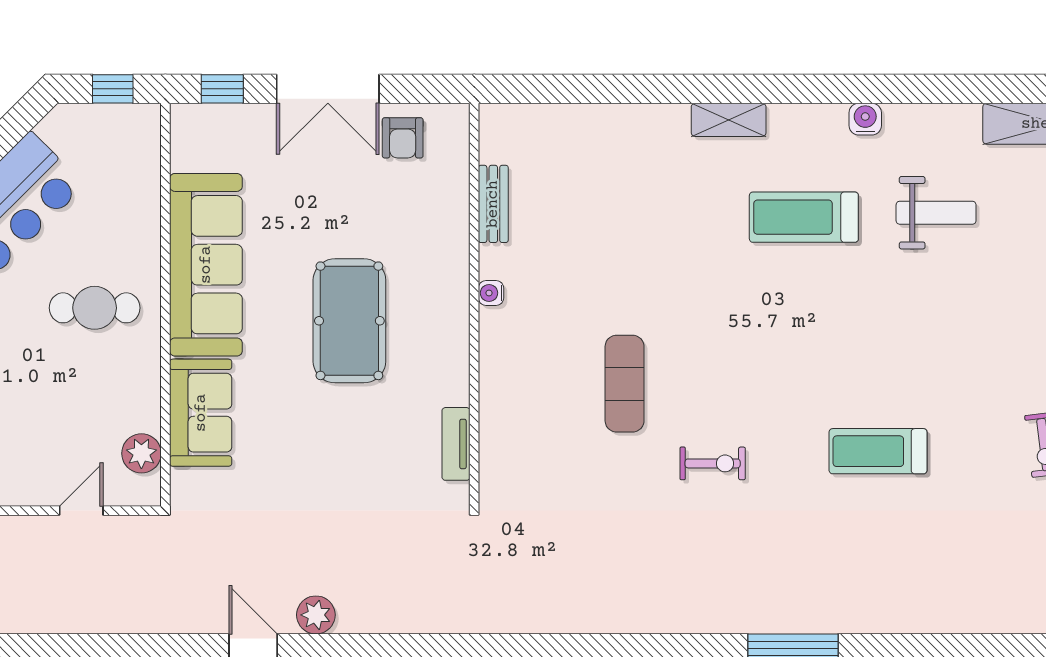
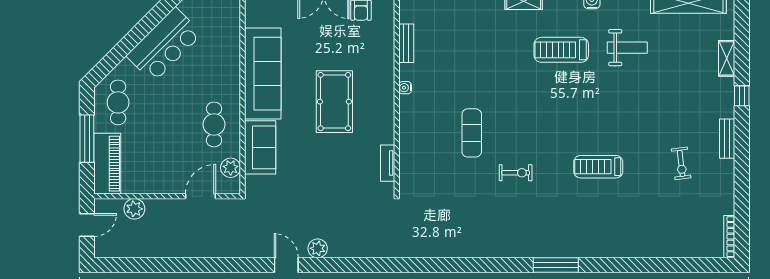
cafe table: (95, 308) -> (214, 124), moved, turned 90
door: (81, 511) -> (201, 196), width x1.38

